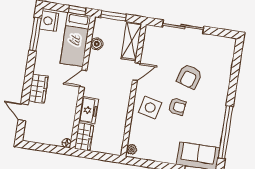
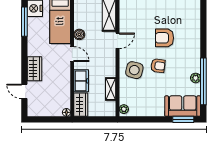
boiler: (97, 44) -> (79, 34), moved
armchair: (189, 77) -> (164, 38), turned 73
door: (83, 79) -> (72, 54), swing flipped
shelving: (120, 125) -> (111, 89), added
plant: (217, 127) -> (196, 78), added

